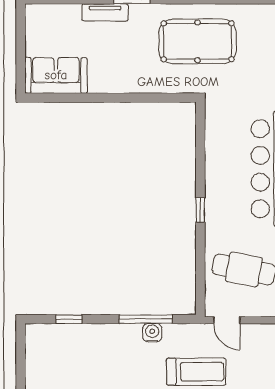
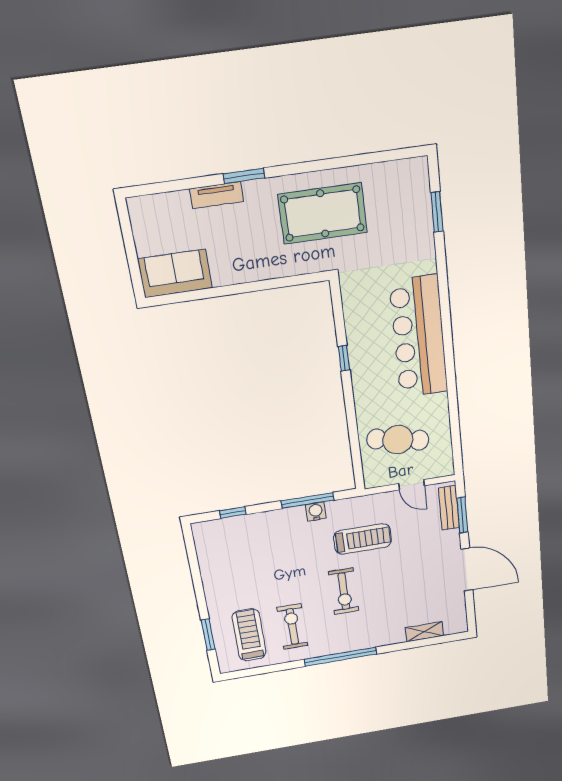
window: (200, 210) -> (344, 358), moved
door: (227, 320) -> (411, 485), moved

